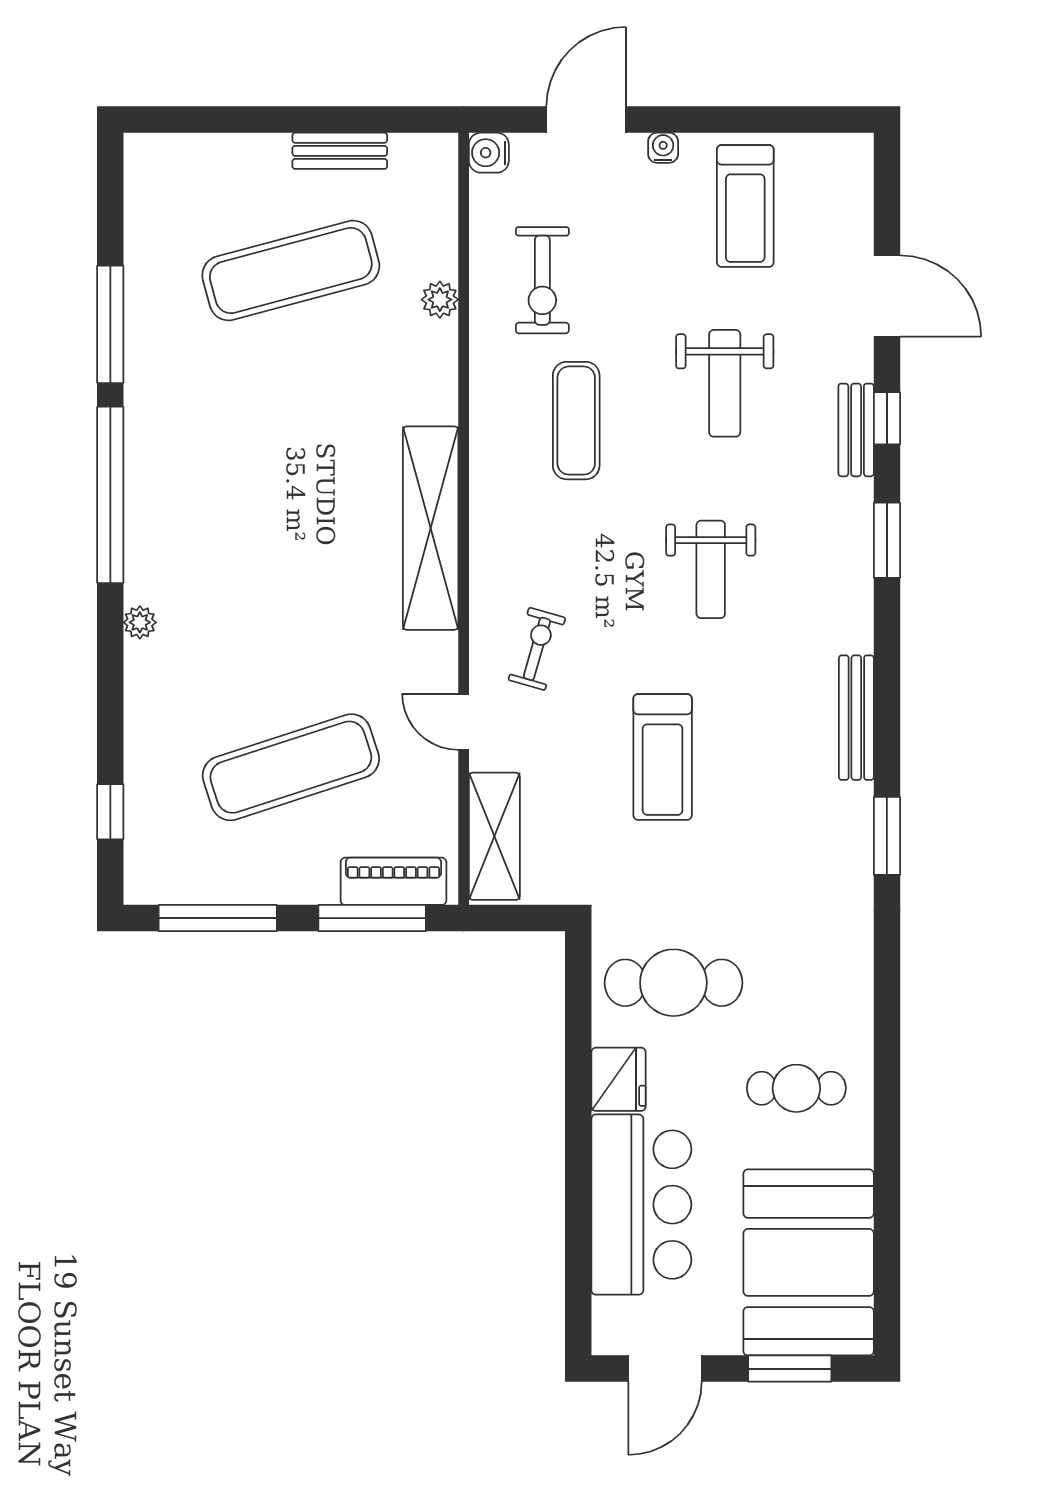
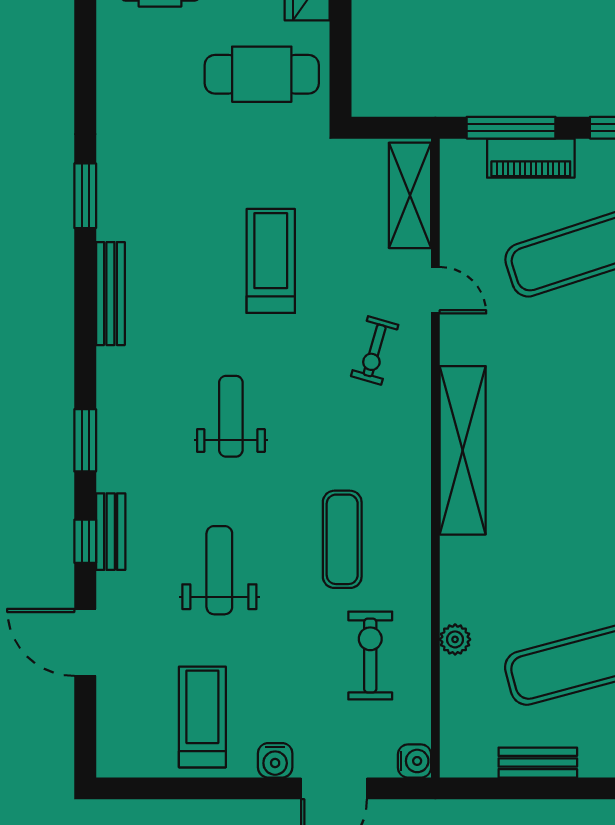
water cooler: (663, 148) -> (275, 760), width x1.38, depth x1.38
piano: (393, 881) -> (531, 158), moved

